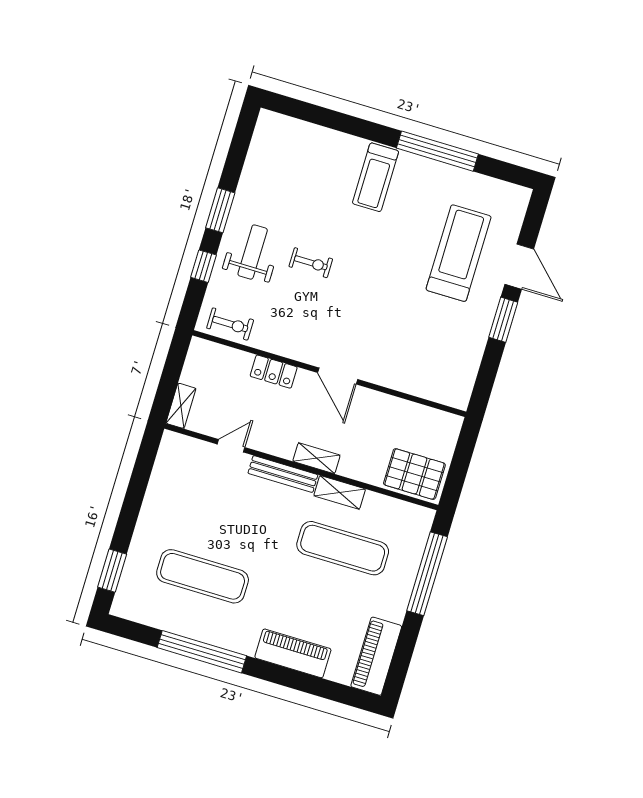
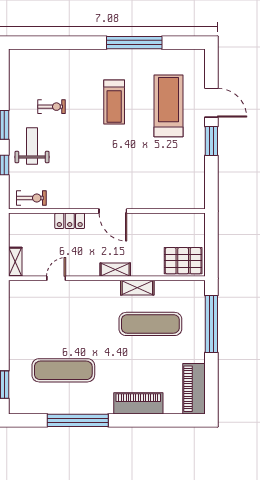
treadmill: (376, 177) -> (114, 102), moved
exercise bike: (311, 263) -> (52, 107), moved
bench: (283, 474) -> (96, 287), removed

